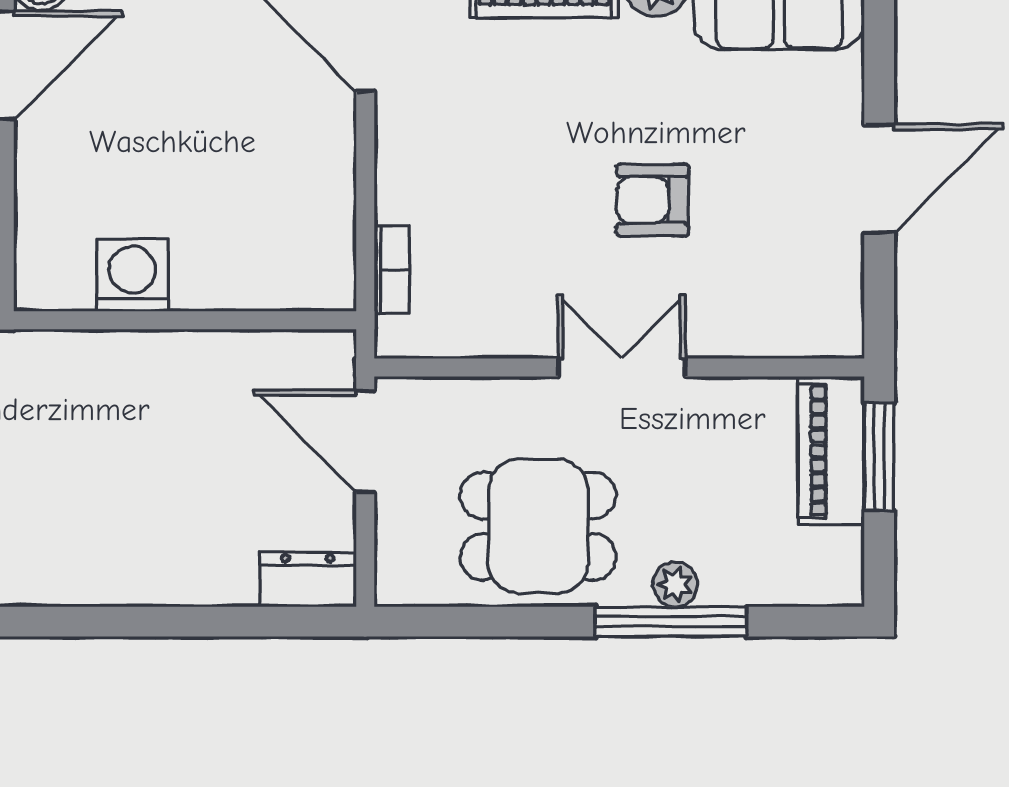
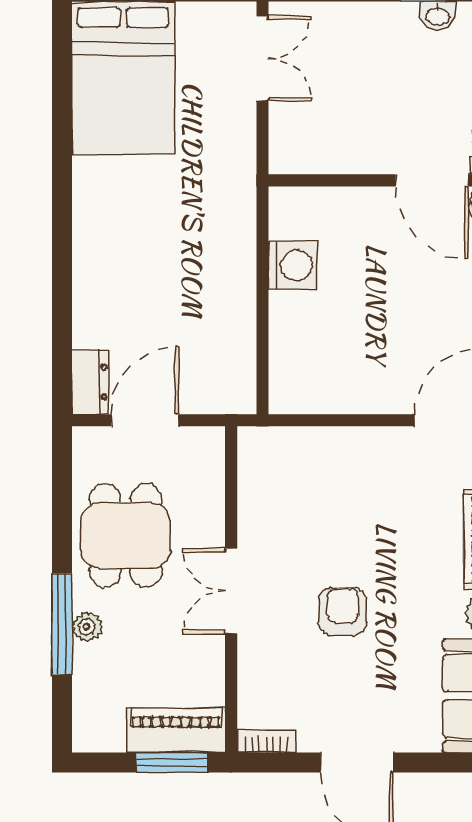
bookcase: (392, 270) -> (266, 741), moved, turned 180
double door: (622, 367) -> (231, 591), swing flipped
door: (365, 441) -> (145, 420), moved

